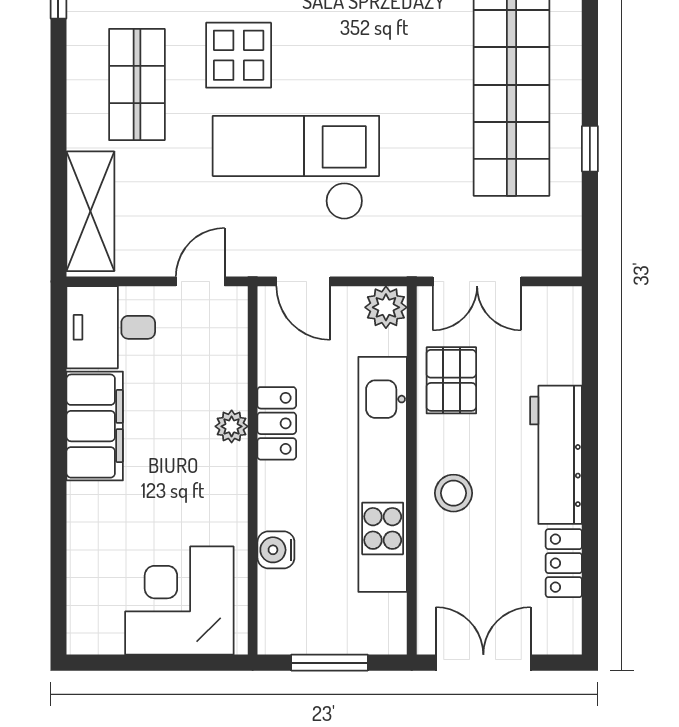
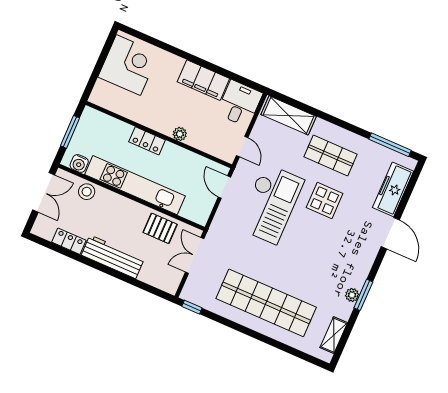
window: (590, 149) -> (192, 307), moved
door: (303, 281) -> (224, 187), hinge flipped
plant: (386, 307) -> (200, 215), removed
locker: (277, 423) -> (147, 141), moved
stool: (453, 493) -> (87, 192), moved
water cooler: (276, 550) -> (79, 163), moved, turned 180
corner desk: (179, 600) -> (128, 65), moved

